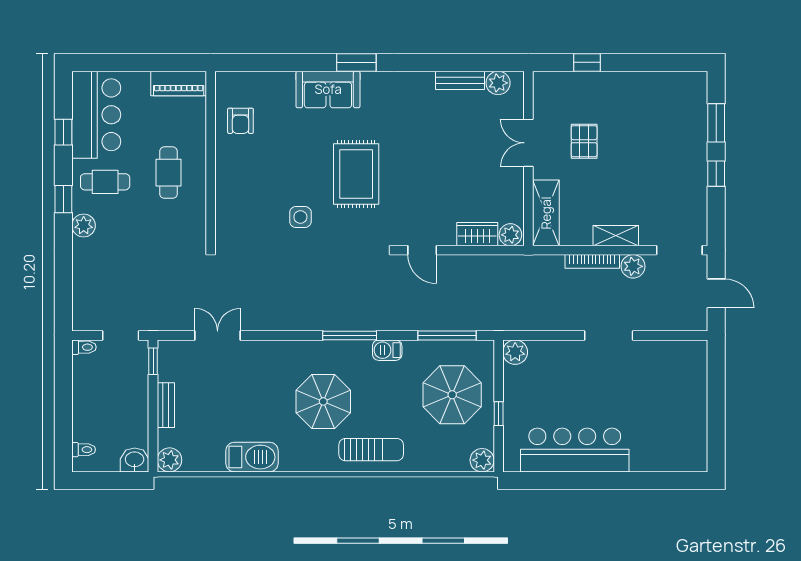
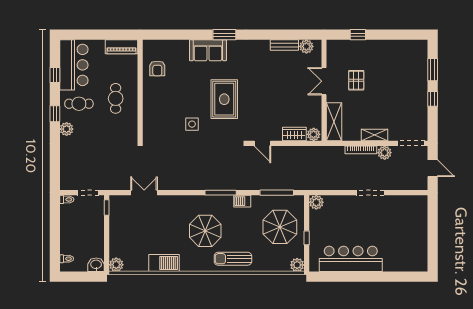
bench: (166, 405) -> (114, 233), removed
sun lounger: (371, 450) -> (233, 259), turned 180

